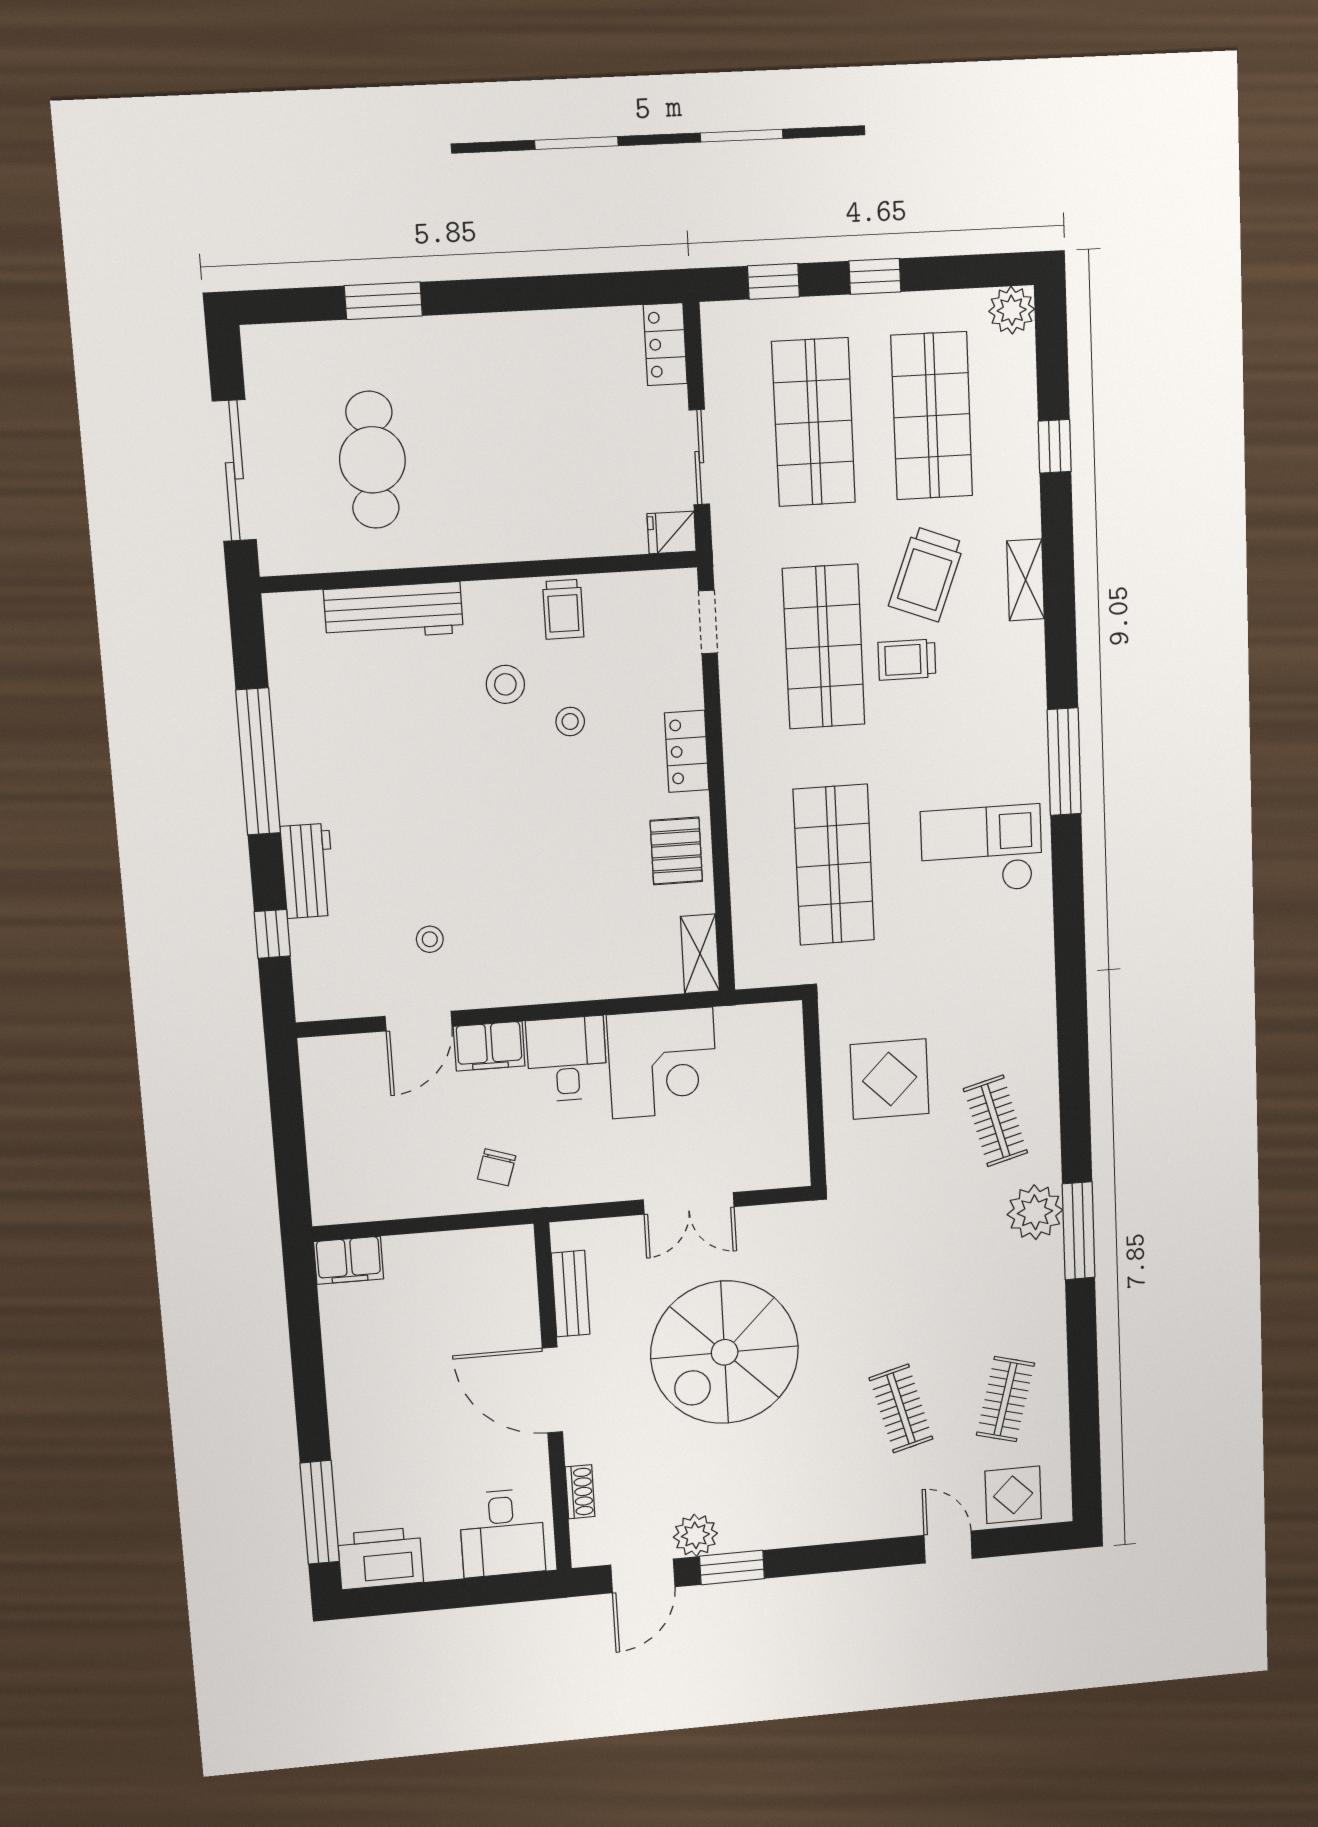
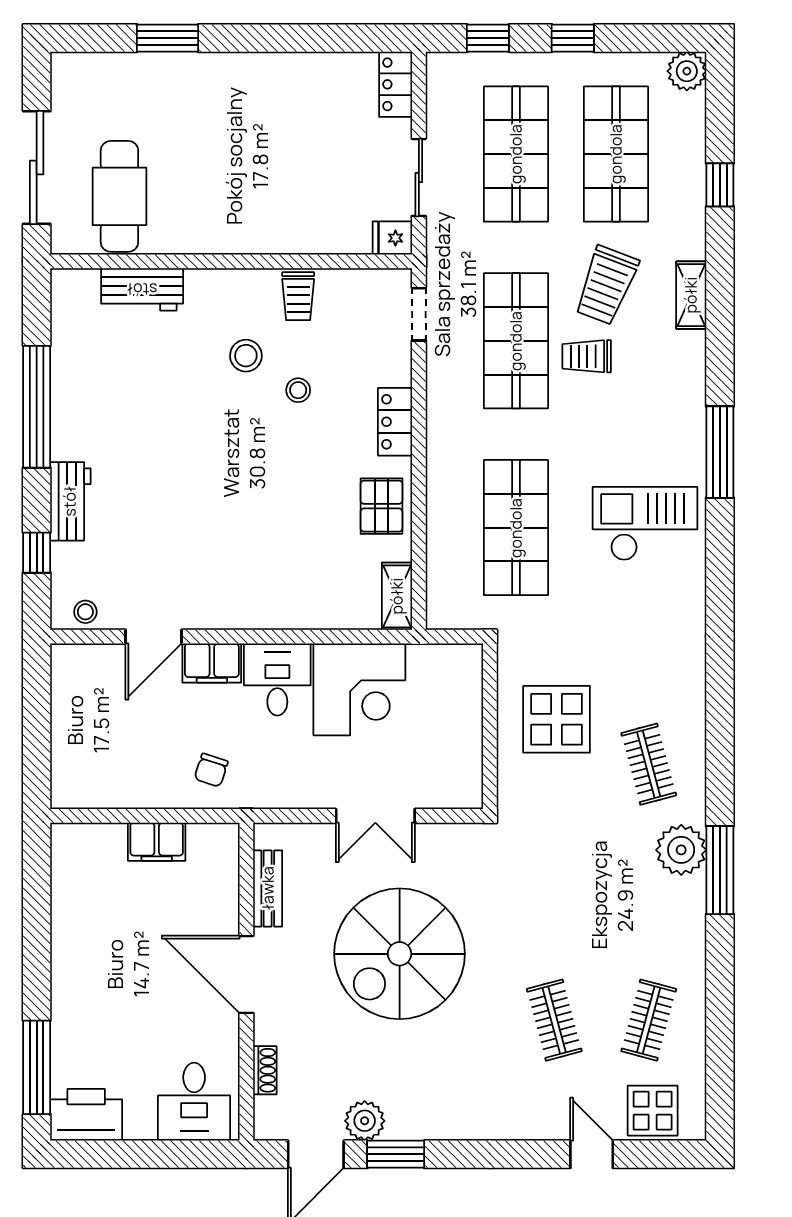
cafe table: (372, 460) -> (119, 196), moved
workbench: (393, 611) -> (142, 289), width x0.73
stool: (430, 939) -> (85, 612), moved
filing cabinet: (349, 1260) -> (157, 842), moved

